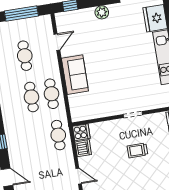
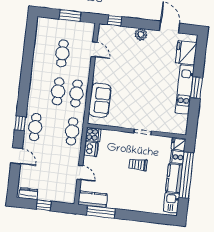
window: (21, 14) -> (70, 15), width x0.69
door: (57, 42) -> (94, 49), hinge flipped
sofa: (75, 75) -> (100, 100), moved
cafe table: (18, 142) -> (35, 127), added

